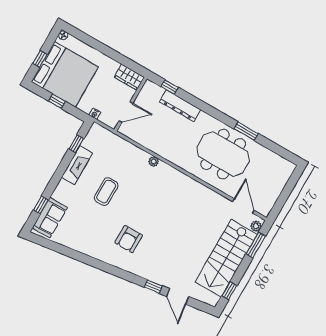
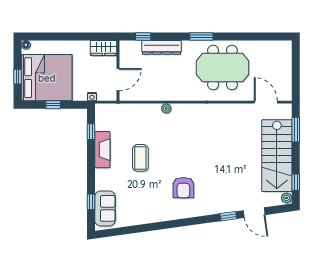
window: (246, 131) -> (201, 36), moved
plant: (256, 226) -> (287, 198), moved

